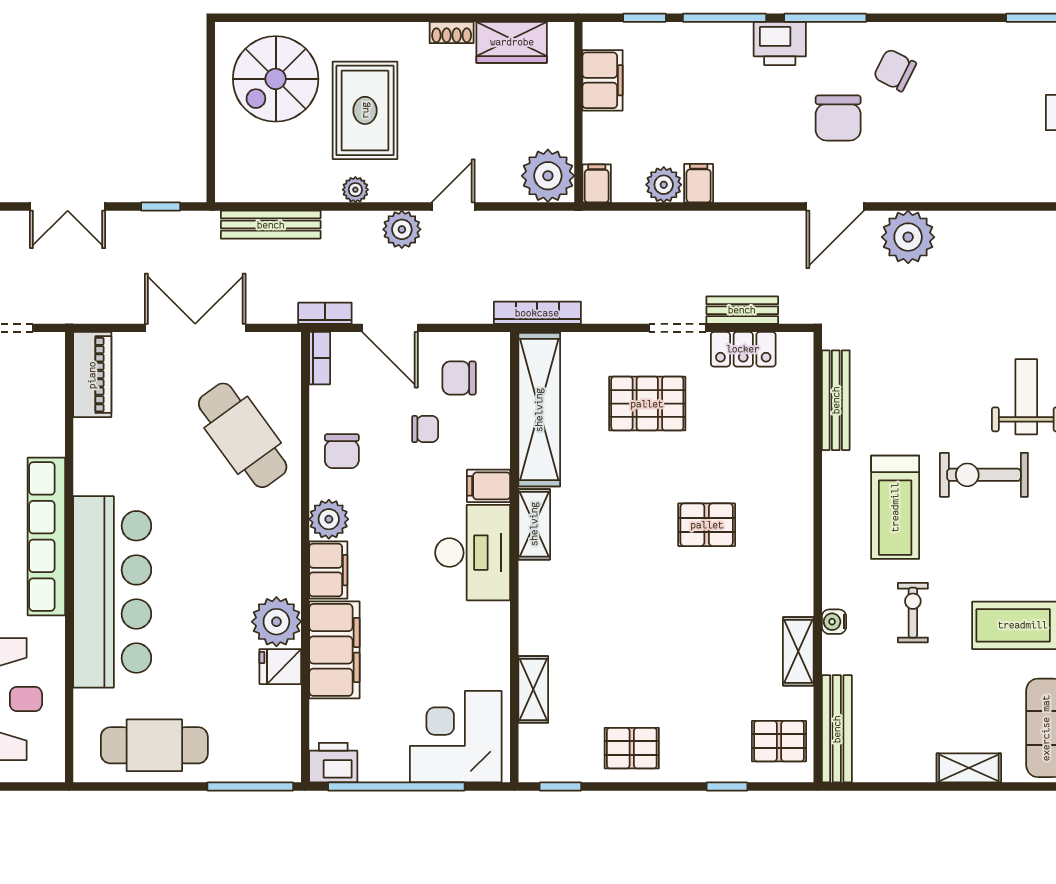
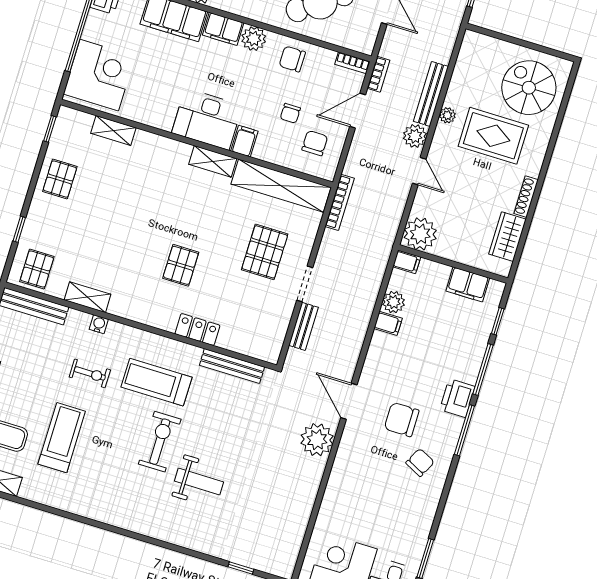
shoe rack: (452, 32) -> (526, 197), width x1.43
bench: (271, 225) -> (431, 94), moved
locker: (743, 349) -> (197, 330), moved, turned 90

